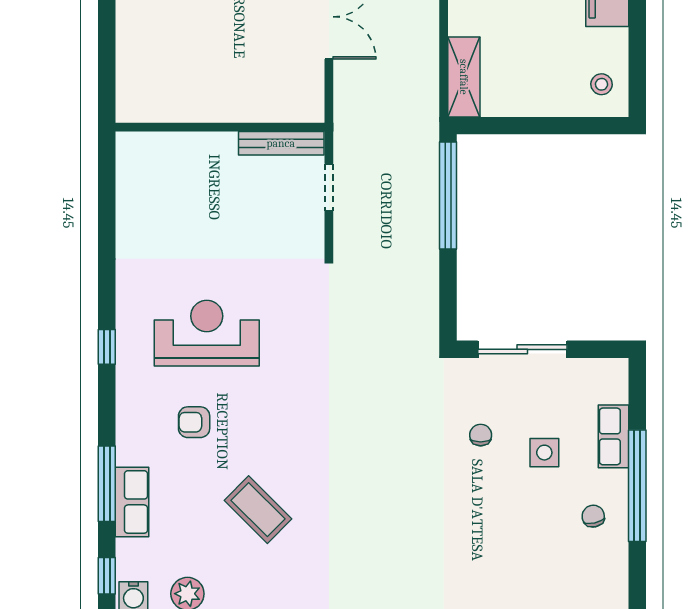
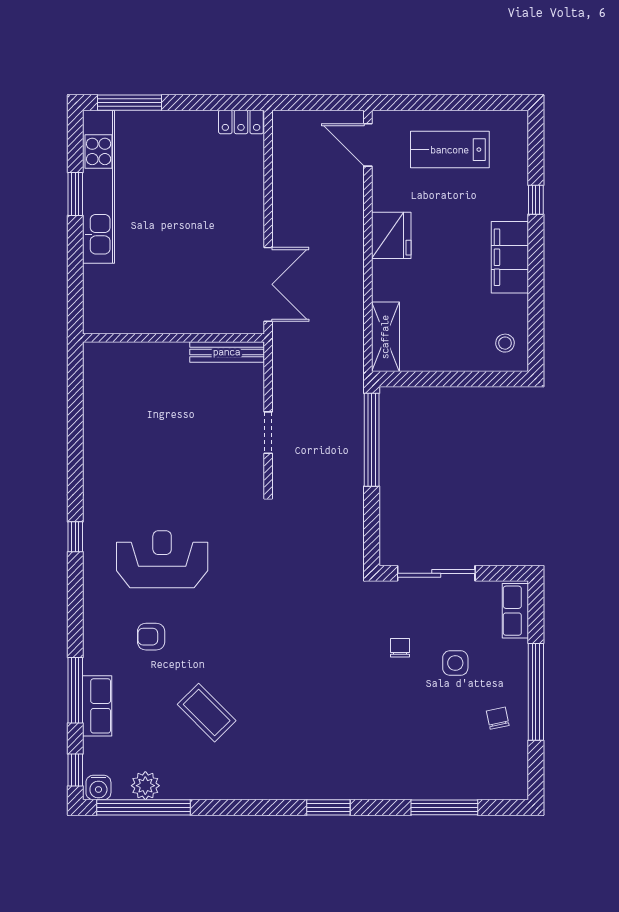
wall: (220, 127) -> (174, 338), moved
bench: (281, 143) -> (227, 352), moved
window: (107, 347) -> (75, 537), moved
row of seats: (613, 436) -> (515, 611), moved

